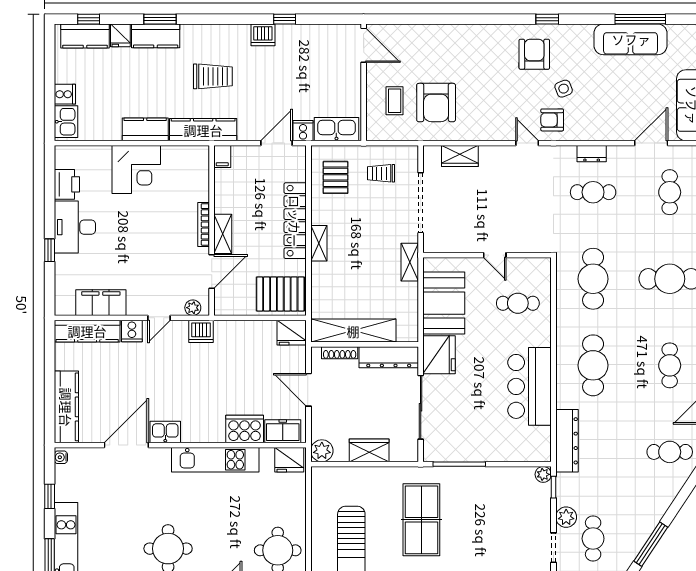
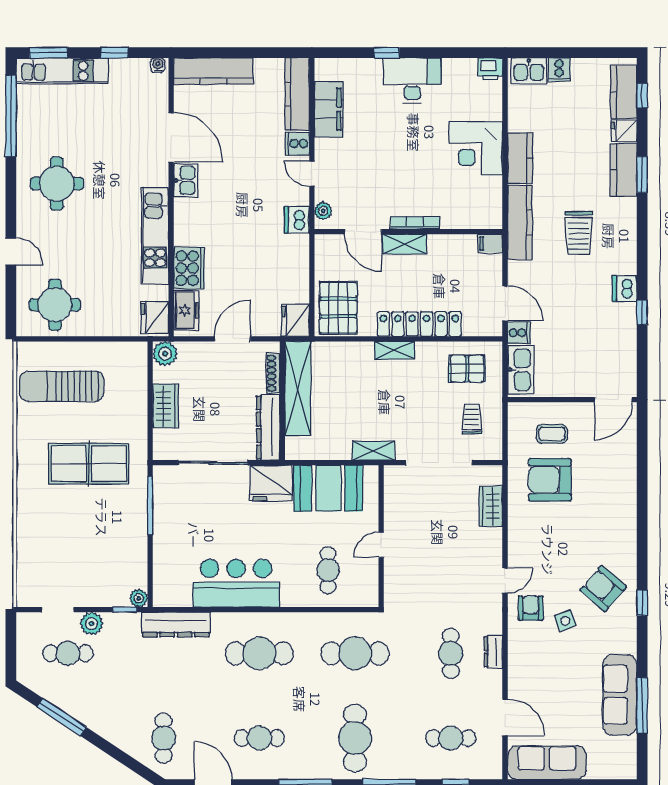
armchair: (534, 54) -> (603, 588), turned -139
printer: (67, 184) -> (490, 69), moved, width x0.73, depth x0.81

